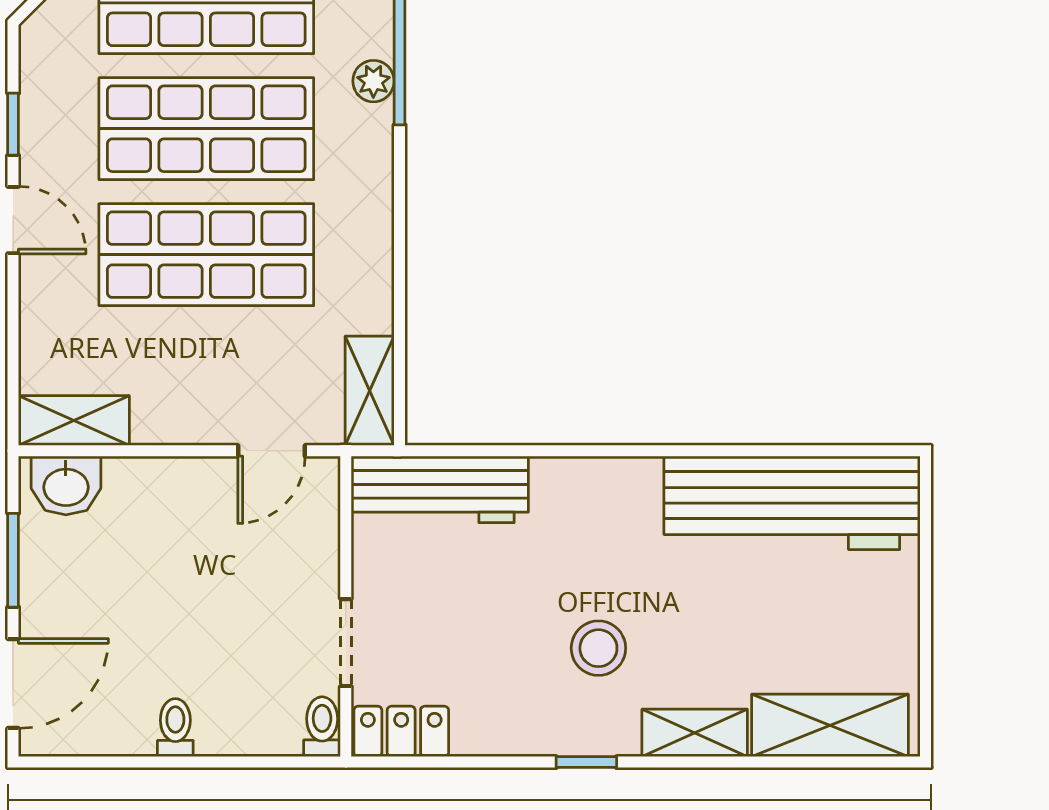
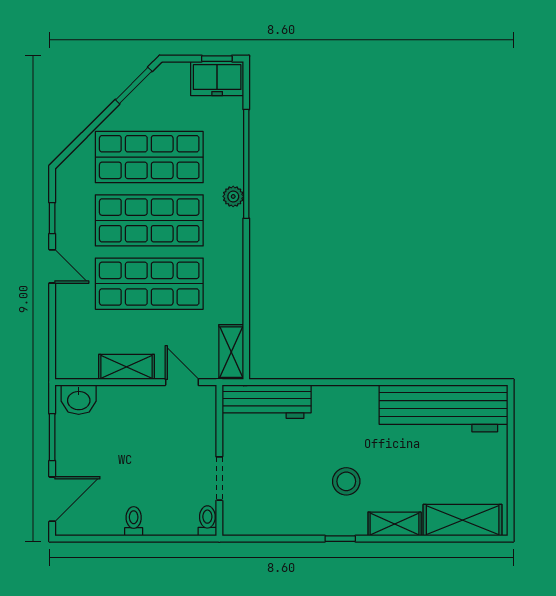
shelving: (74, 420) -> (126, 367), moved
door: (271, 451) -> (182, 382), swing flipped
locker: (401, 731) -> (247, 523), removed

